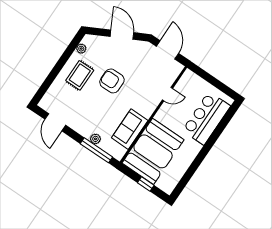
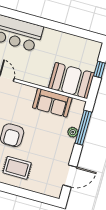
booth: (153, 151) -> (71, 81), width x0.73, depth x0.70

